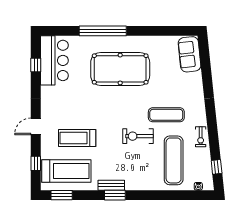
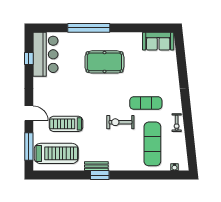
sofa: (190, 54) -> (158, 41), moved, turned -84
pool table: (120, 69) -> (104, 62), width x0.73, depth x0.76
door: (36, 126) -> (29, 113), swing flipped
window: (36, 163) -> (29, 146), width x2.17
window: (217, 167) -> (191, 150), removed
window: (62, 195) -> (52, 175), removed

